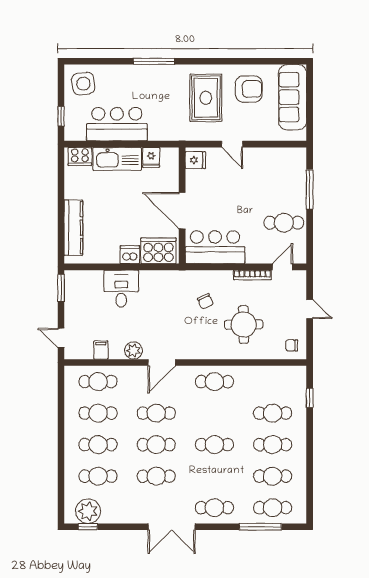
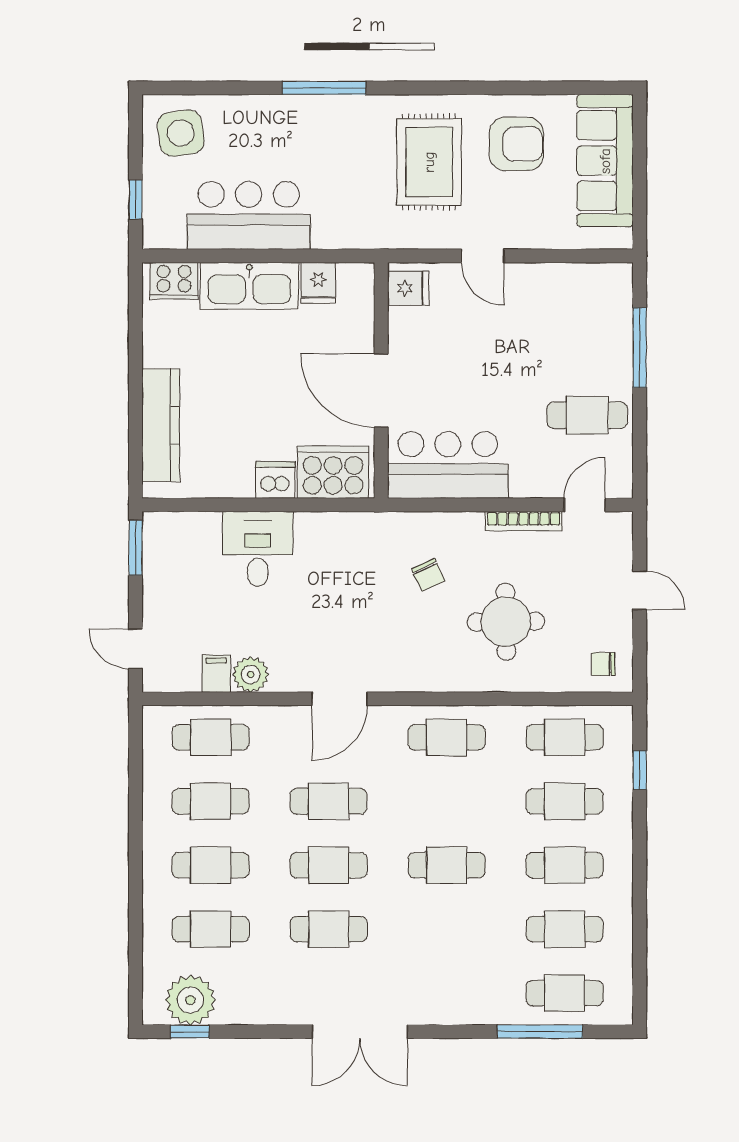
plant: (133, 351) -> (251, 674), moved
cafe table: (214, 508) -> (565, 737), moved

